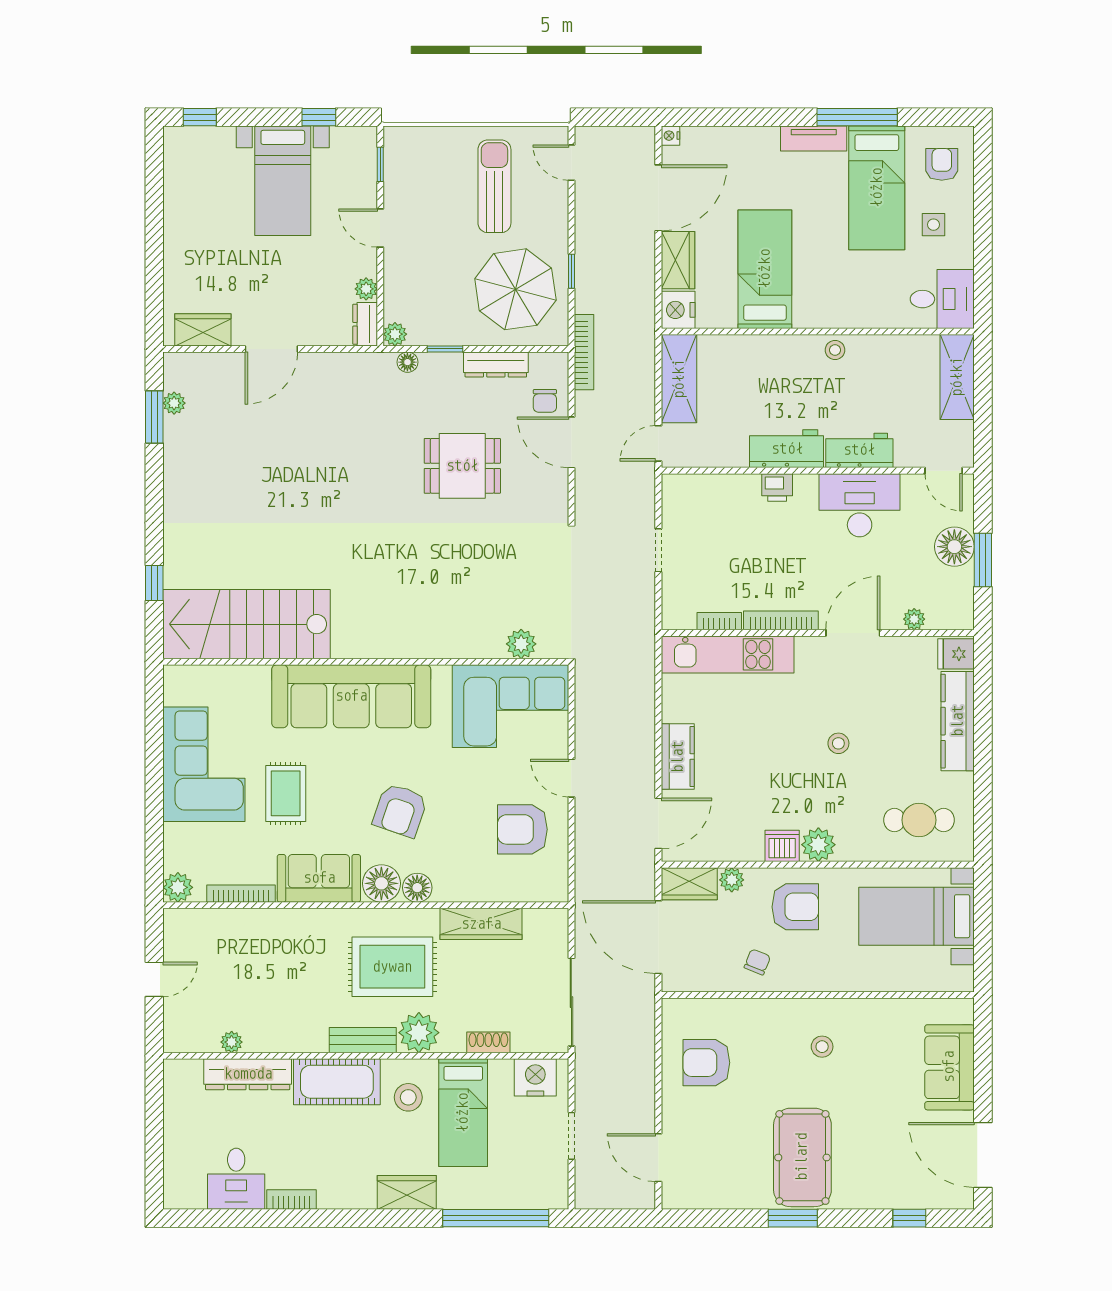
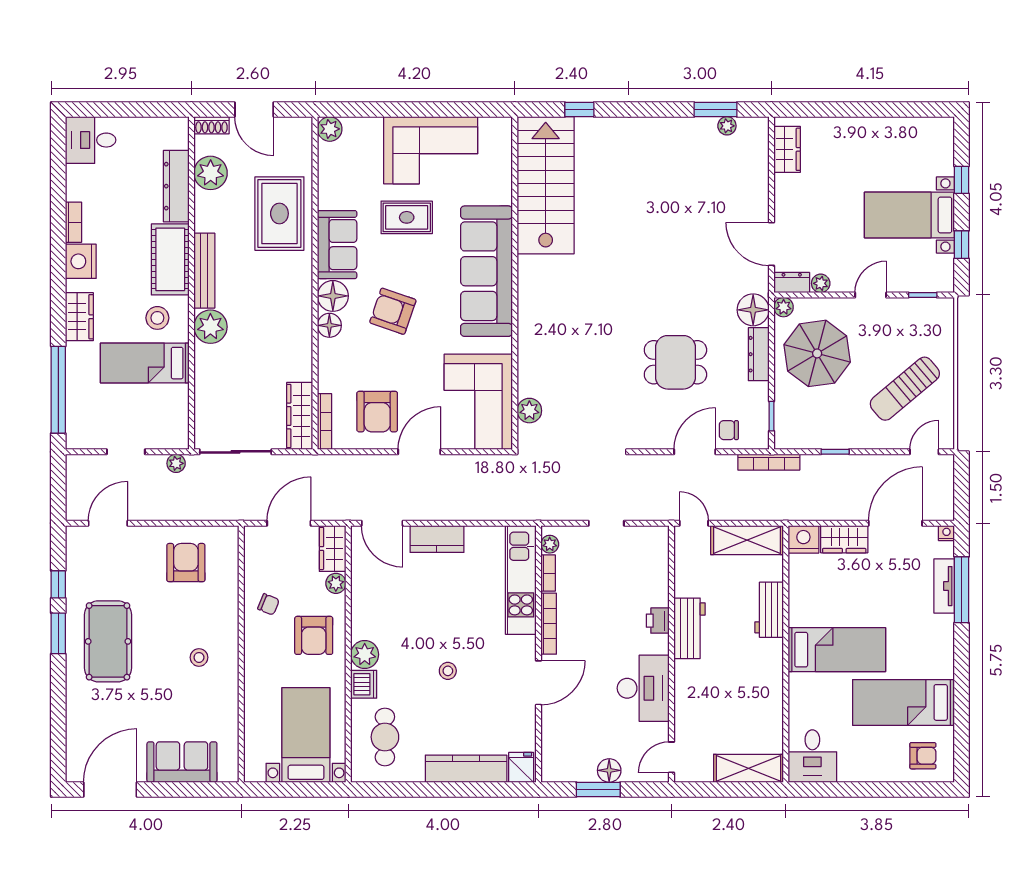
window: (200, 117) -> (962, 180), moved
window: (857, 117) -> (962, 590), moved
tv unit: (814, 138) -> (944, 586), moved
sun lounger: (494, 186) -> (905, 389), turned 140
door: (658, 198) -> (895, 523), swing flipped
side table: (933, 225) -> (873, 749), removed
bed: (765, 269) -> (837, 650), moved
parasol: (515, 289) -> (817, 353), moved
door: (271, 349) -> (771, 244), moved
window: (445, 349) -> (771, 416), moved
stool: (835, 350) -> (771, 668), removed
floor lamp: (407, 362) -> (753, 310), width x1.89, depth x1.89
dresser: (496, 364) -> (759, 354), moved
workbench: (859, 450) -> (769, 610), moved, turned 180
dining table: (462, 466) -> (675, 362), turned 90
floor lamp: (954, 547) -> (609, 770), width x0.73, depth x0.73
plant: (914, 619) -> (550, 544), moved
door: (853, 633) -> (538, 683), hinge flipped
door: (571, 778) -> (419, 452), width x1.38
armchair: (522, 829) -> (377, 412), turned 180
dishwasher: (782, 846) -> (364, 684), moved
bookcase: (241, 894) -> (325, 422), moved
wardrobe: (481, 924) -> (300, 416), moved
door: (658, 937) -> (289, 523), width x0.73
rug: (392, 967) -> (279, 214), moved
door: (154, 979) -> (254, 110), width x1.38
bench: (363, 1040) -> (204, 271), width x1.36
plant: (232, 1042) -> (211, 173), width x1.87, depth x1.87
shoe rack: (488, 1042) -> (211, 125), moved, turned 90
plant: (585, 1075) -> (176, 463), added
nightstand: (535, 1077) -> (81, 261), moved, turned 180
pool table: (802, 1157) -> (108, 641), turned 90
desk: (236, 1179) -> (91, 140), moved
window: (909, 1218) -> (58, 584), moved

